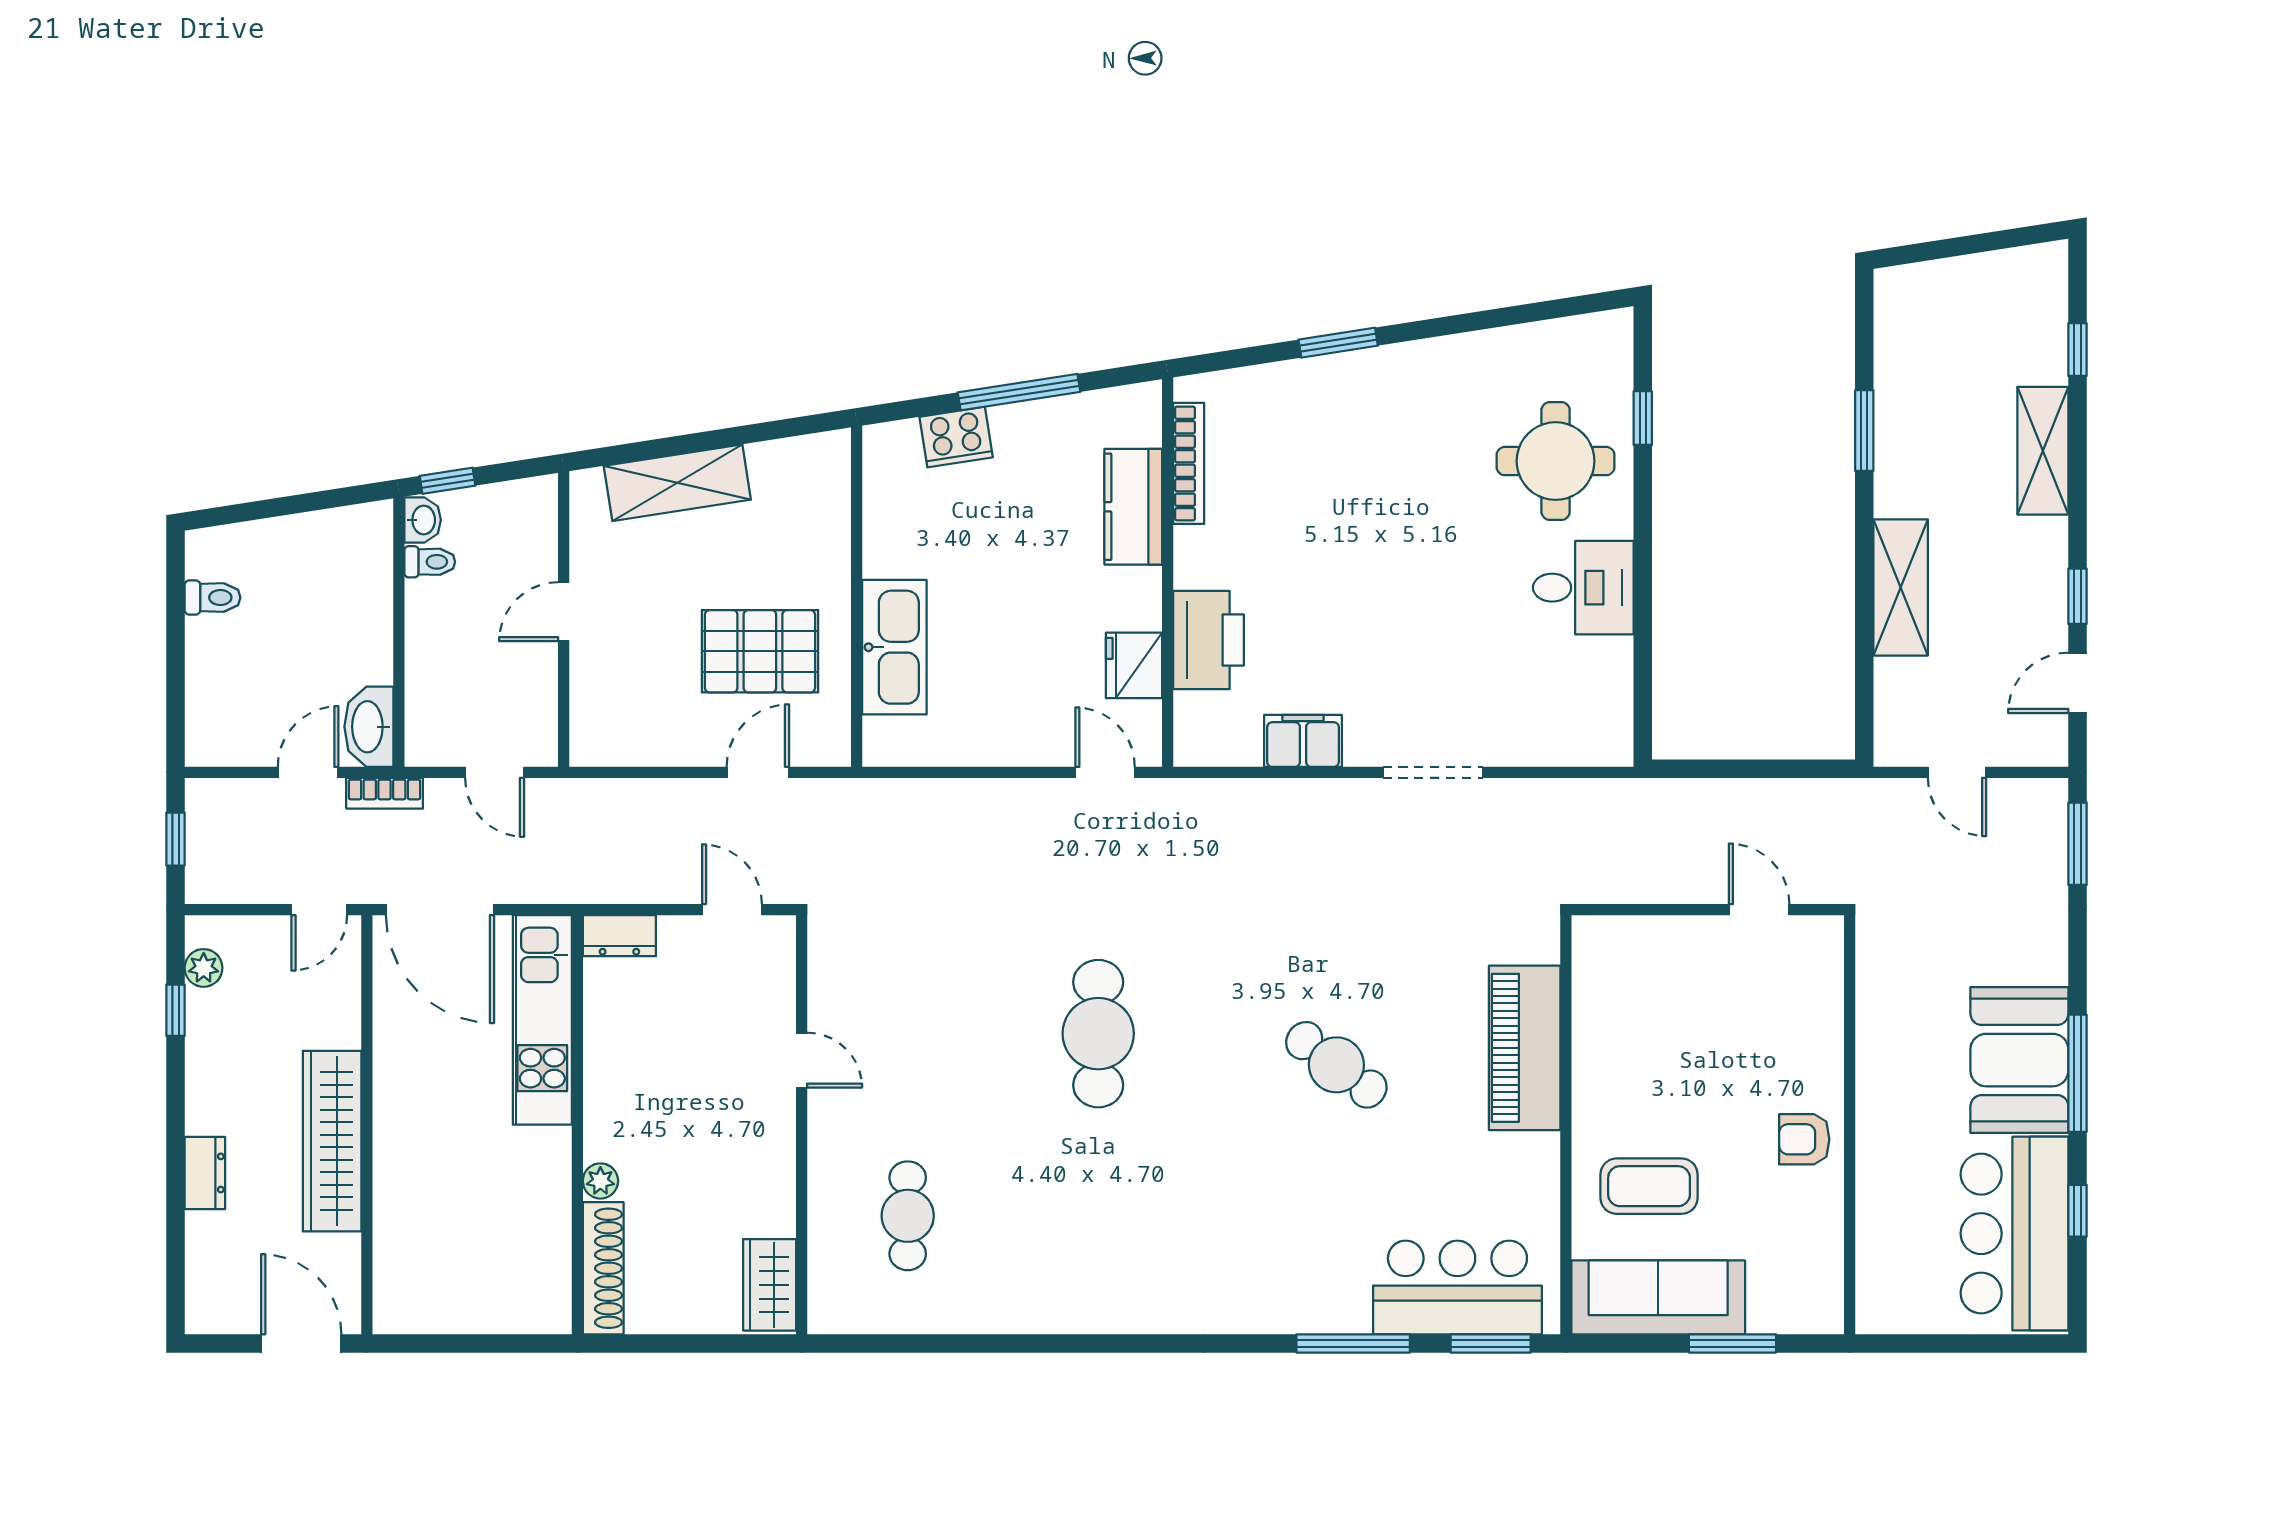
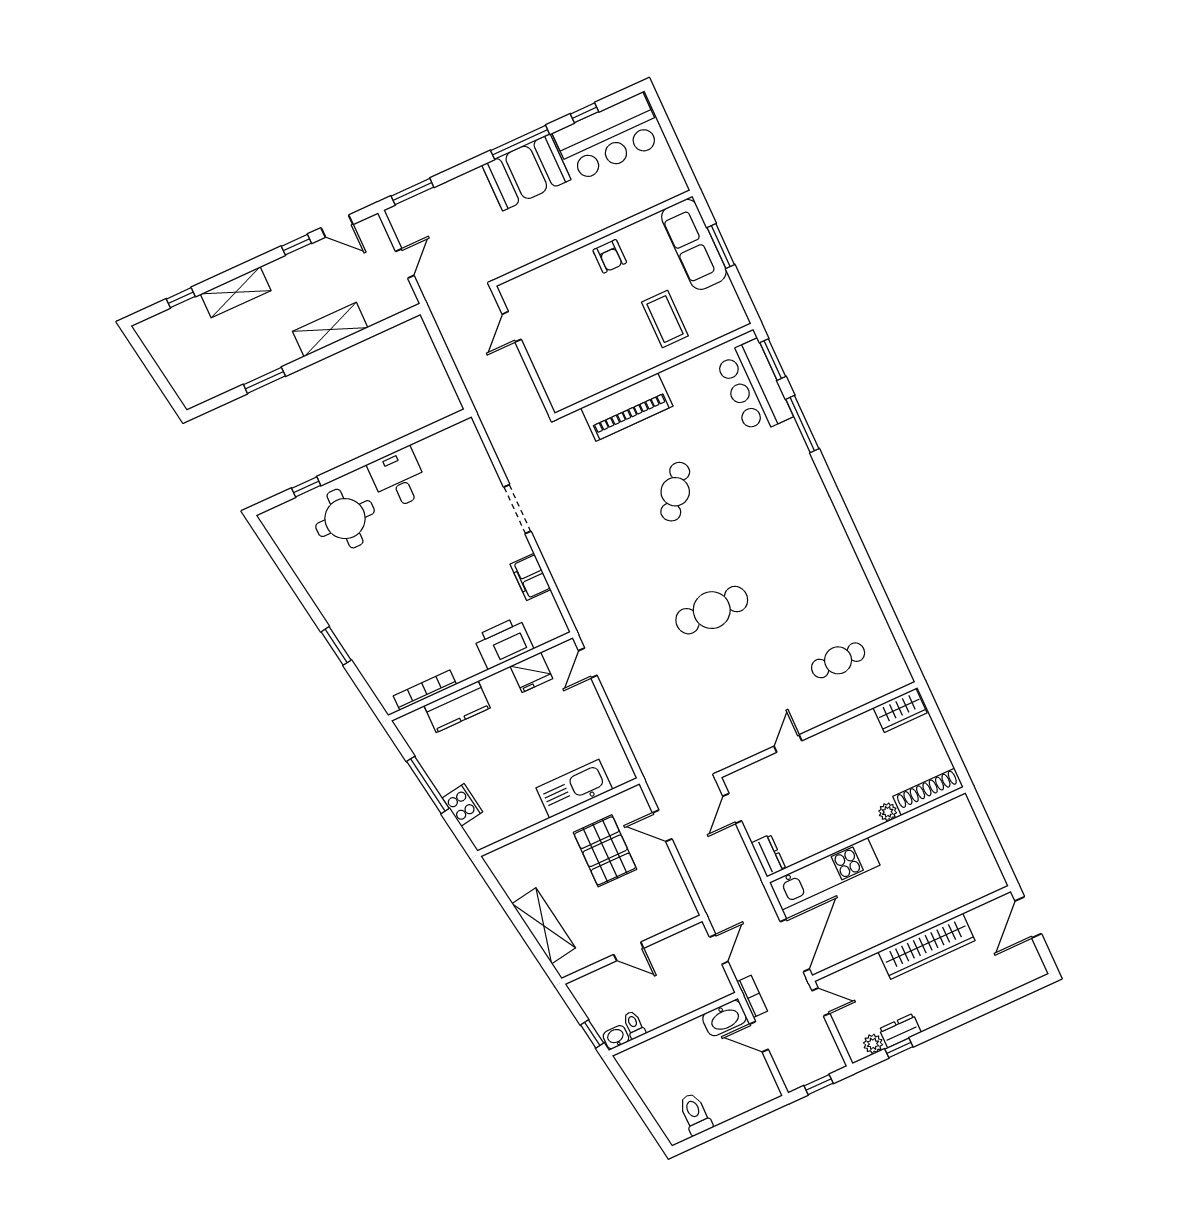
toilet: (213, 598) -> (695, 1114), width x1.37, depth x1.39
dresser: (205, 1173) -> (900, 1031), moved
sofa: (1658, 1297) -> (694, 244), moved

